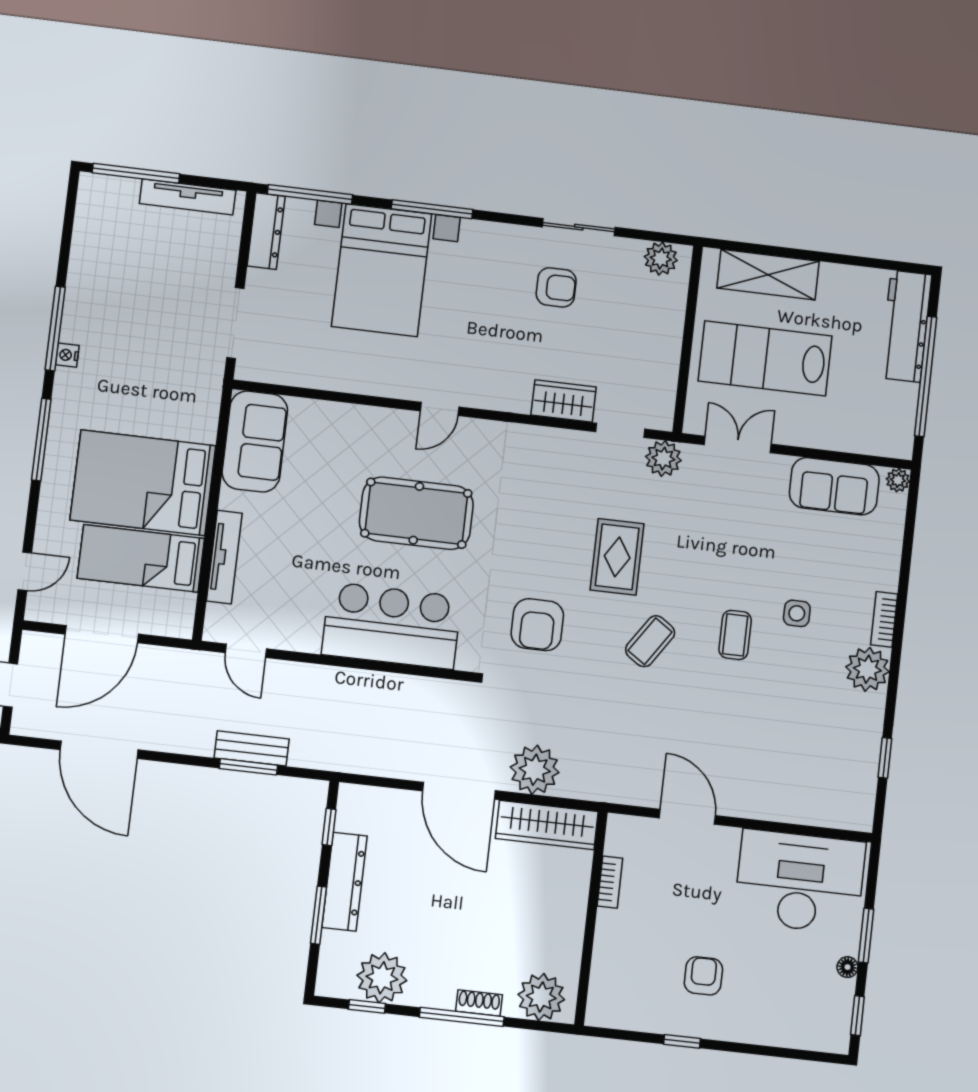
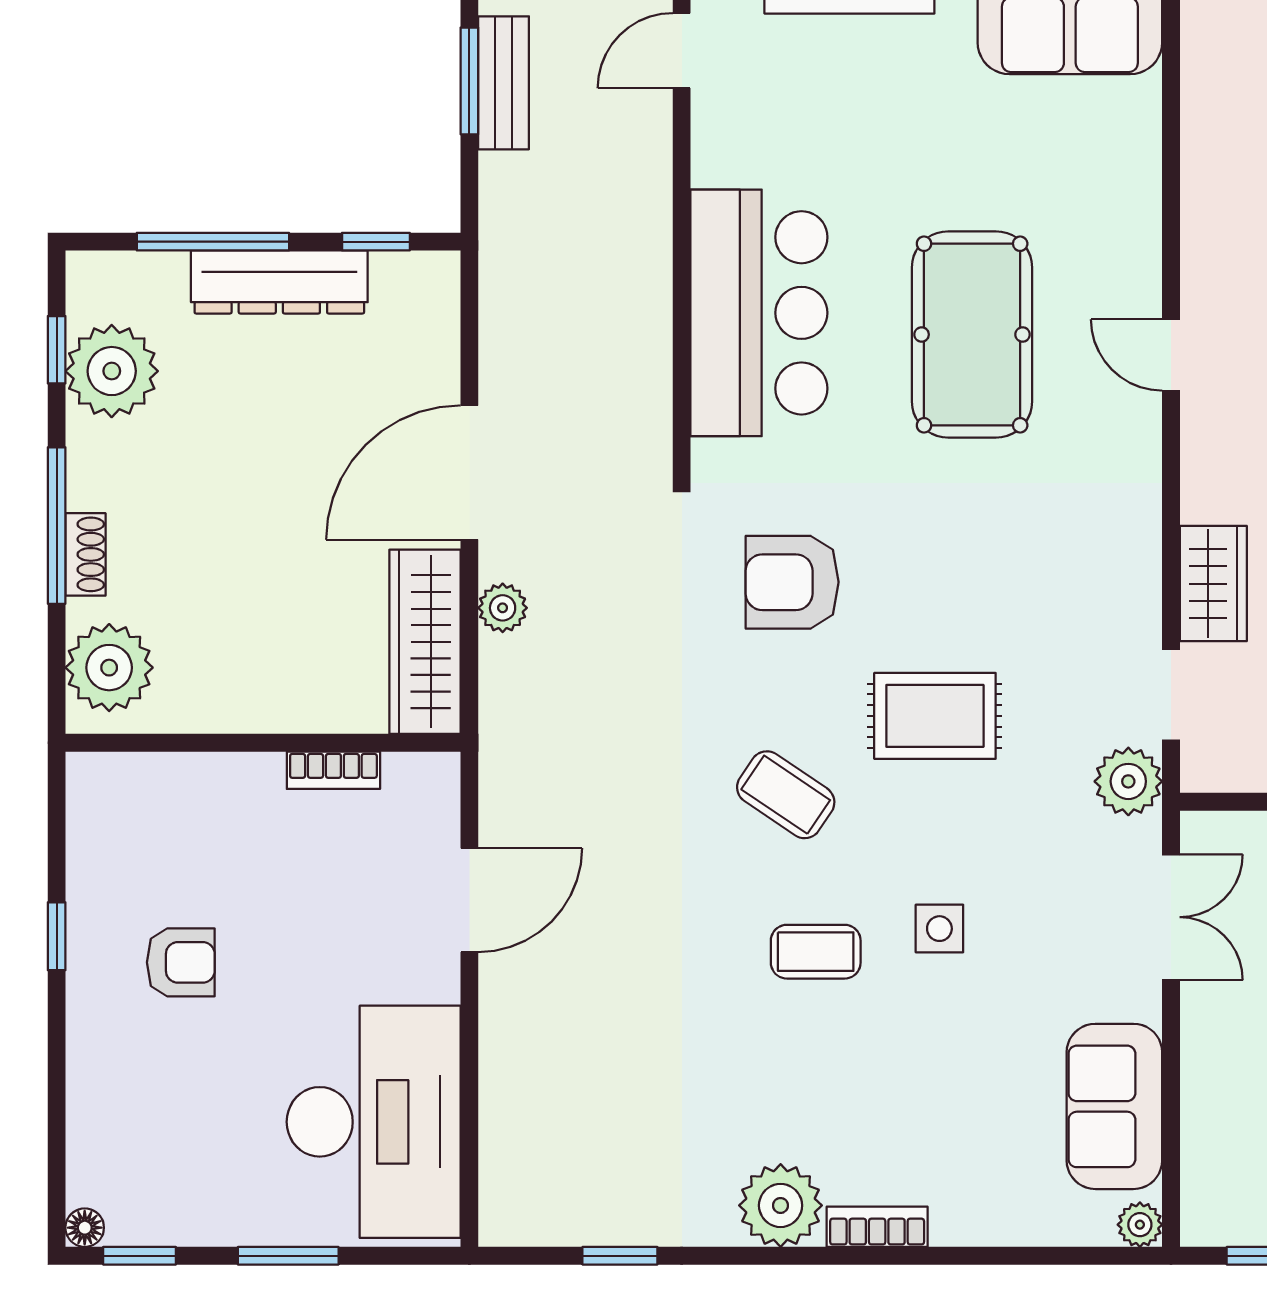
side table: (797, 613) -> (939, 929), moved
plant: (535, 770) -> (503, 608), width x0.53, depth x0.53
window: (319, 915) -> (213, 242), width x1.44
floor lamp: (847, 967) -> (85, 1228), moved

